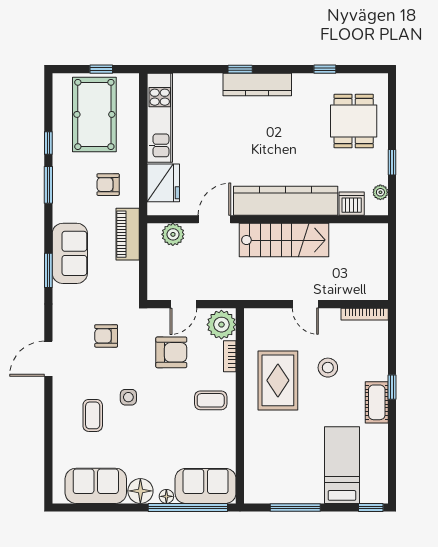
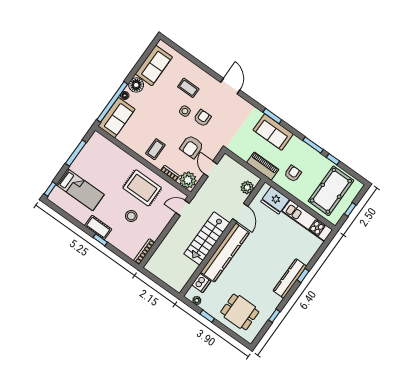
pool table: (94, 114) -> (331, 191), turned 90
door: (305, 304) -> (183, 208), moved
armchair: (106, 336) -> (202, 118), moved

